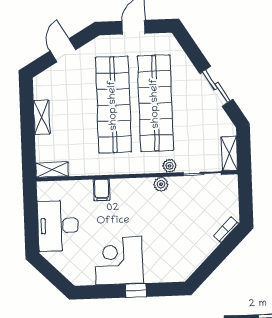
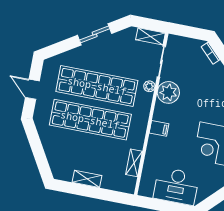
door: (63, 50) -> (38, 150), removed
shelving: (52, 170) -> (134, 163), moved
plant: (161, 184) -> (168, 92), width x1.88, depth x1.88
filing cabinet: (102, 190) -> (159, 128), moved

